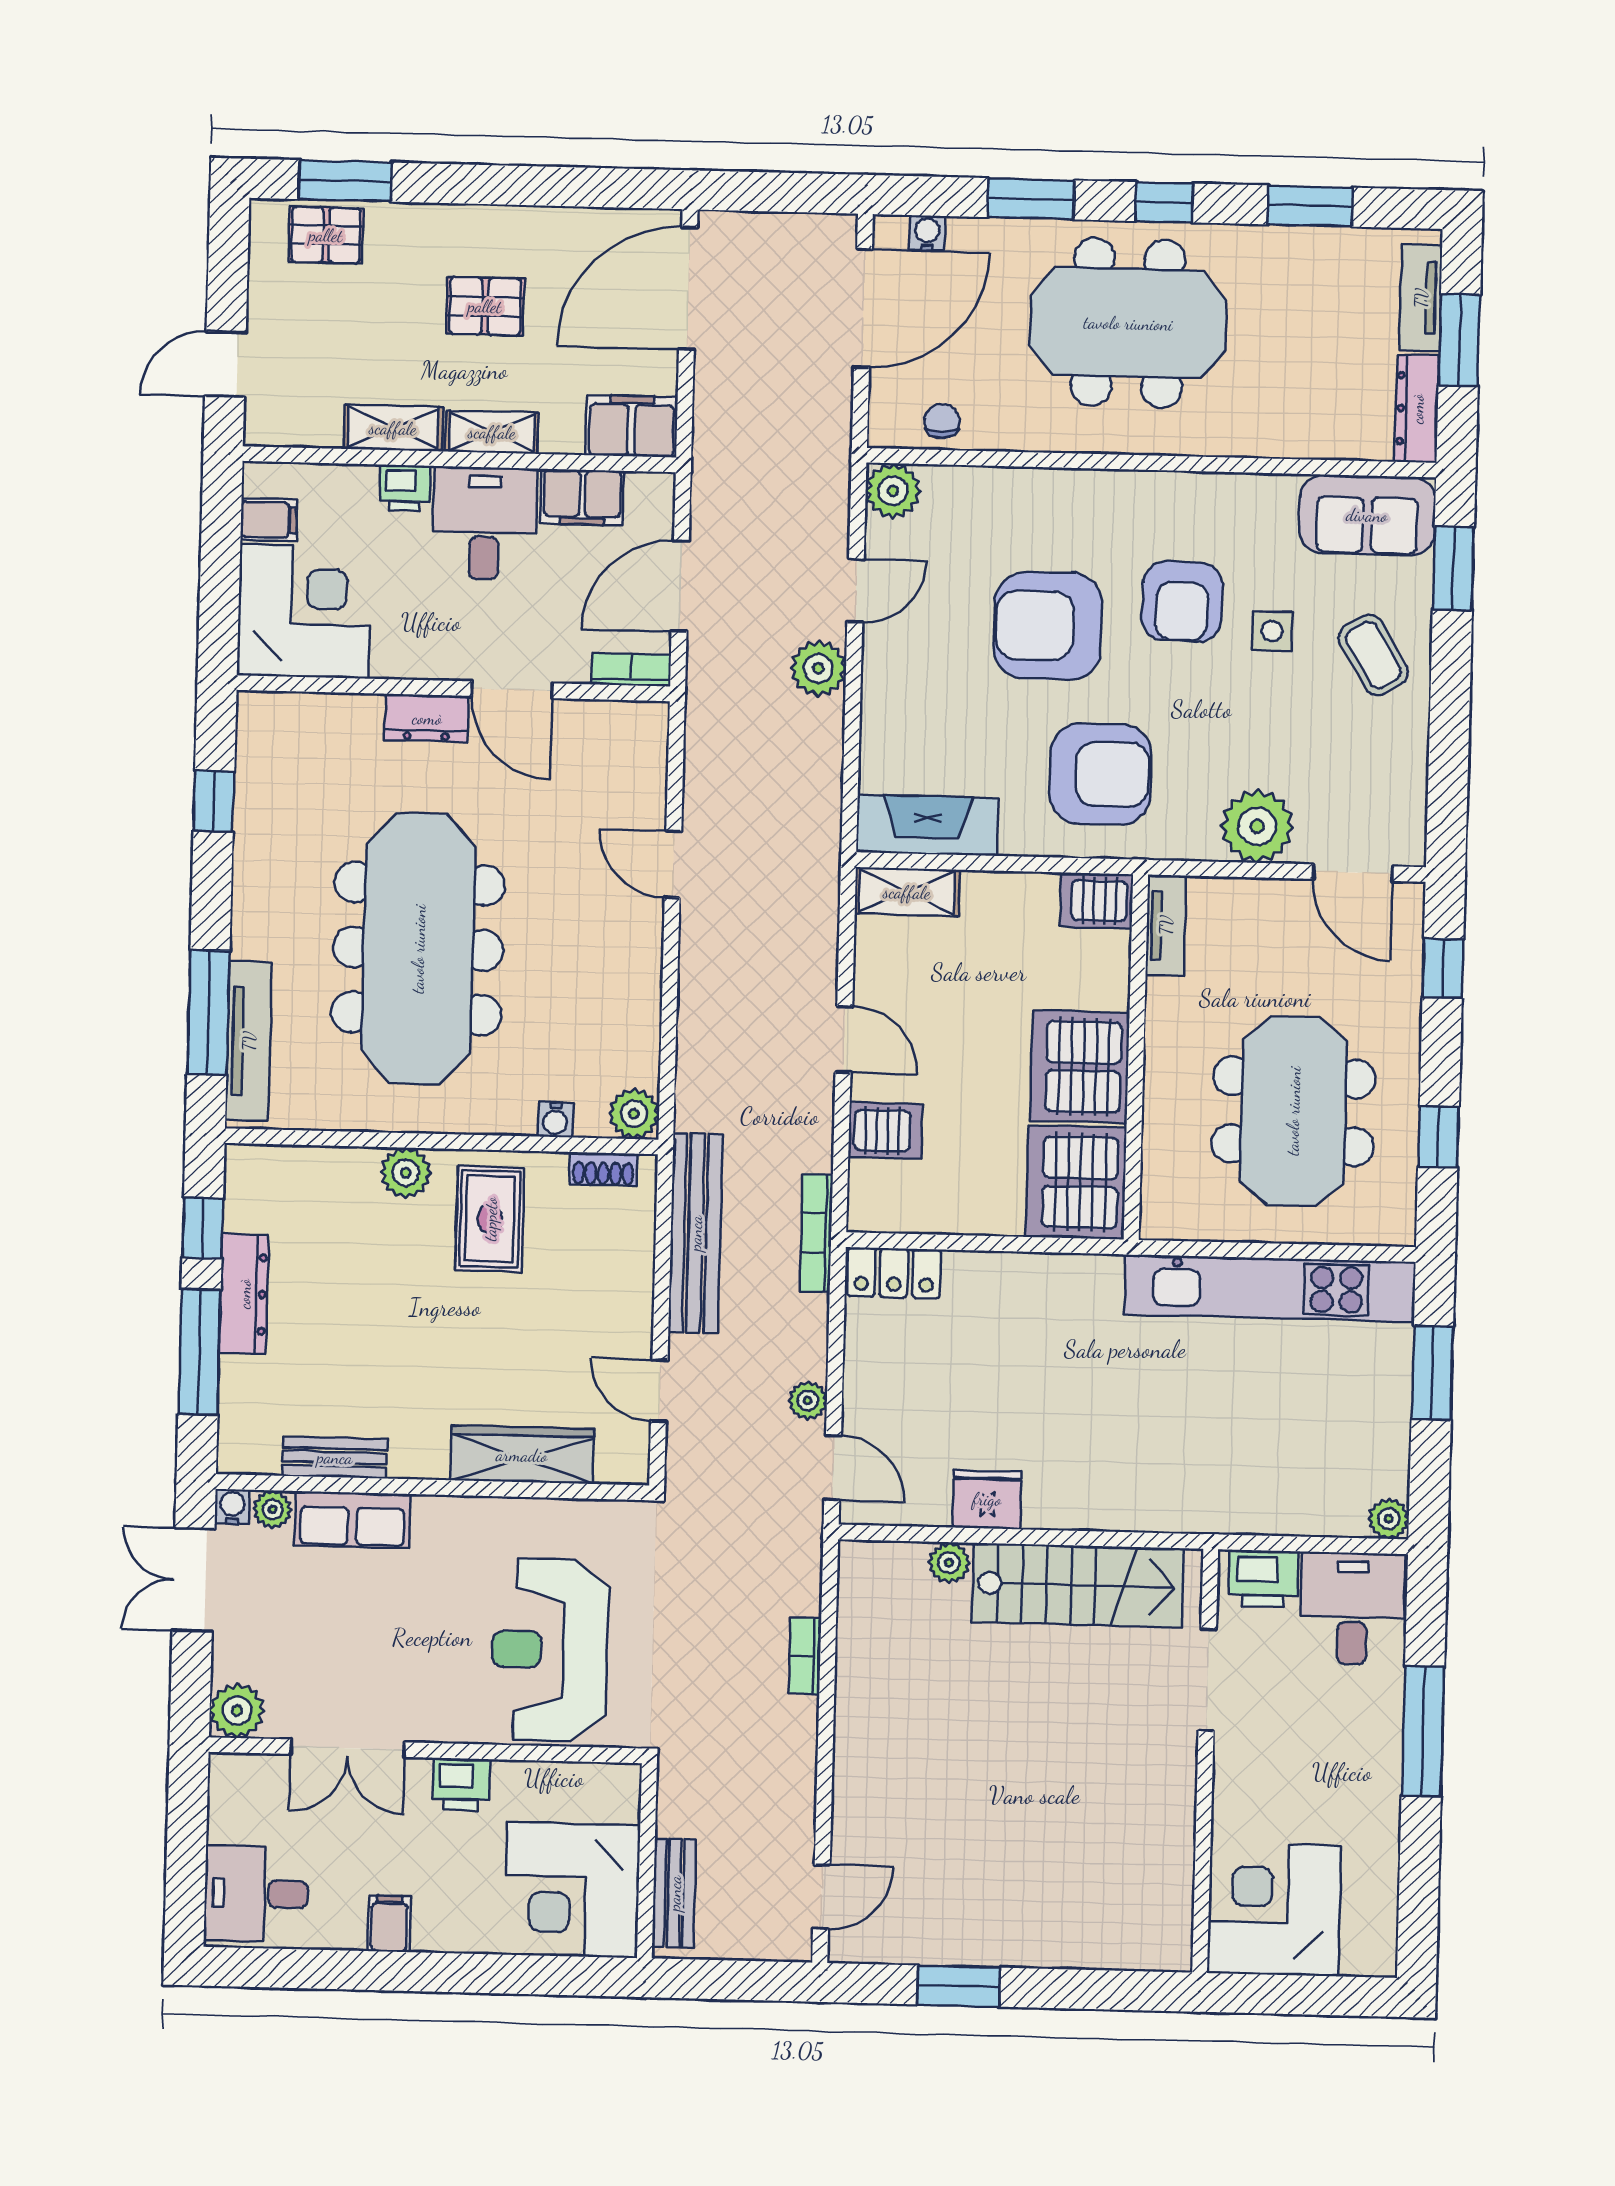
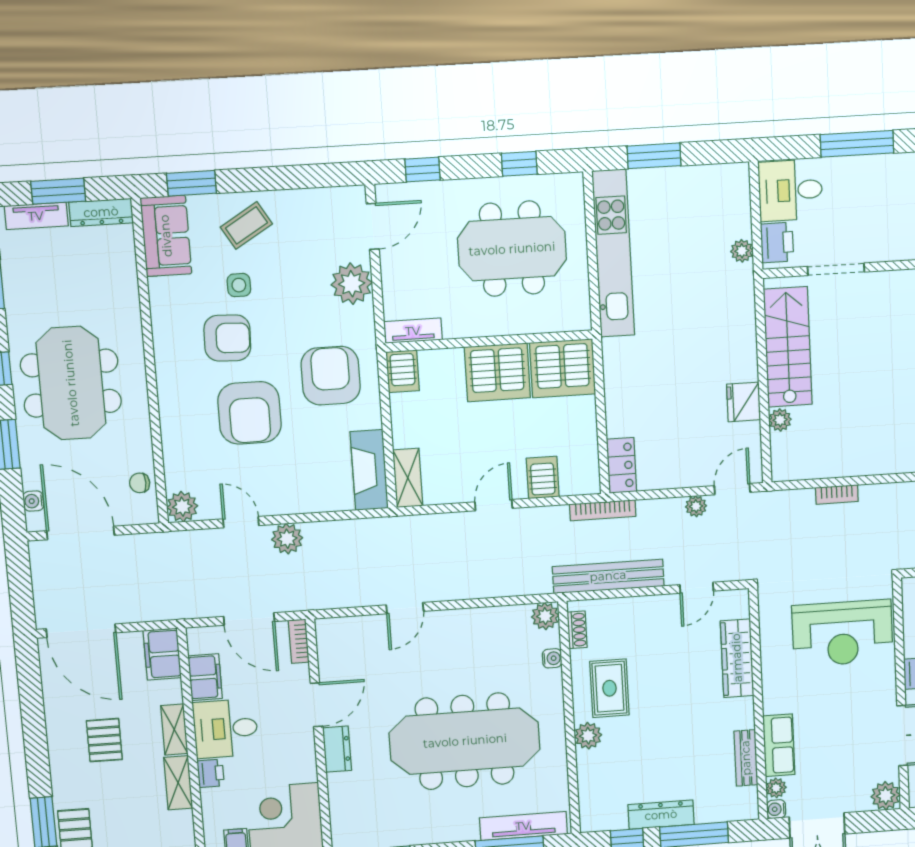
rug: (490, 1219) -> (609, 688), turned 90
plant: (1389, 1519) -> (742, 251), moved

